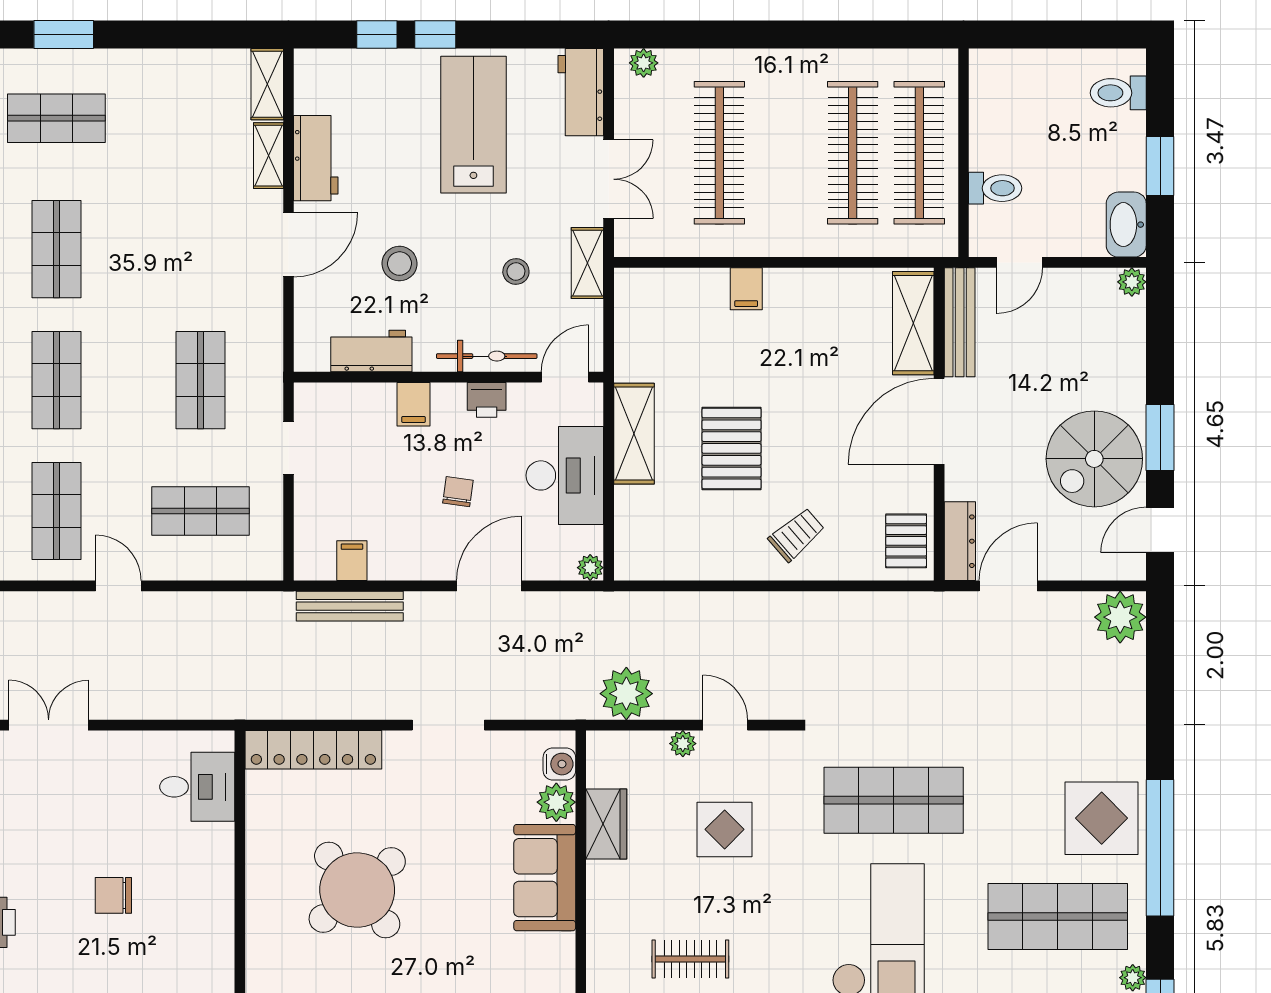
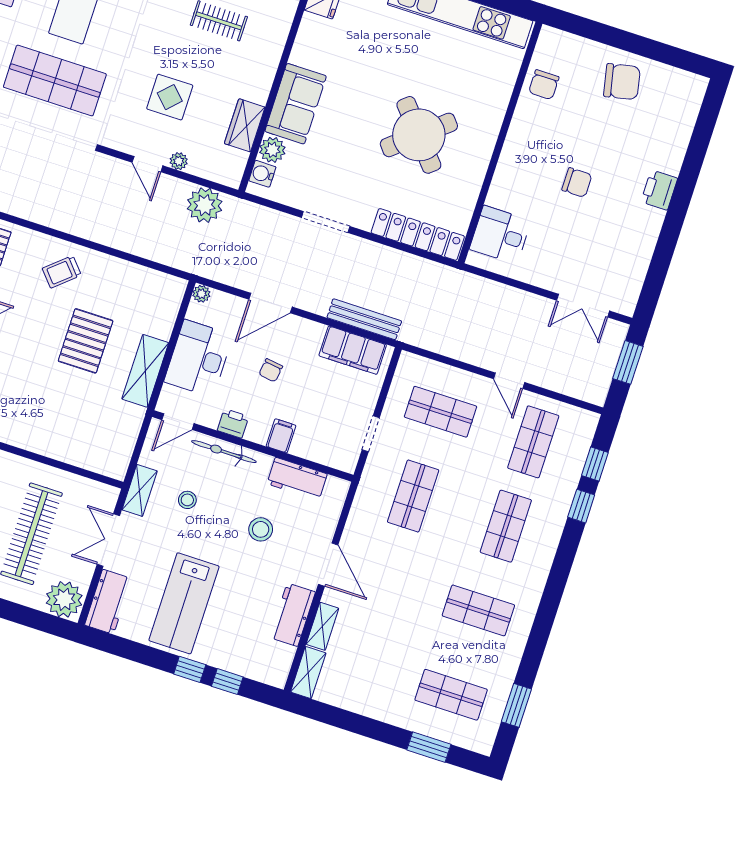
plant: (644, 63) -> (64, 599), width x1.87, depth x1.87
door: (288, 245) -> (328, 565), swing flipped
shop shelf: (56, 249) -> (478, 610), turned 90
filing cabinet: (746, 289) -> (43, 441), removed
filing cabinet: (352, 561) -> (353, 350), width x3.00, depth x1.17

